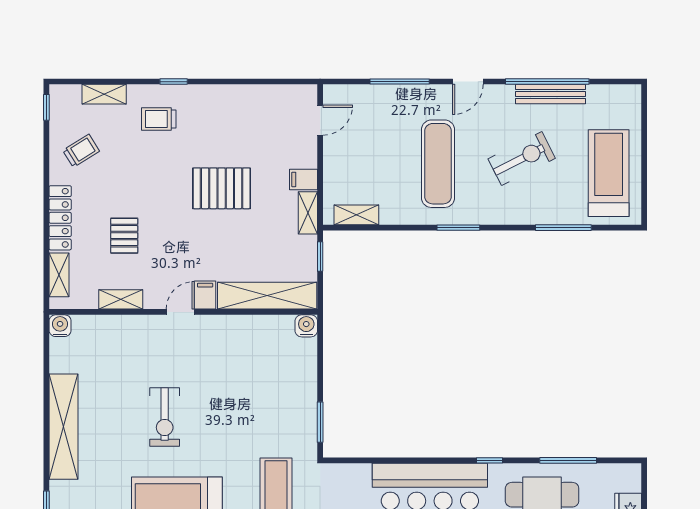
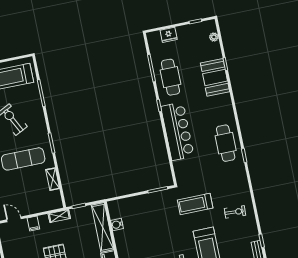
filing cabinet: (304, 179) -> (33, 224), moved
shelving: (356, 215) -> (53, 179), moved
water cooler: (306, 326) -> (117, 224), moved

